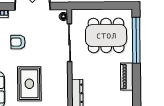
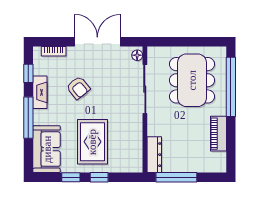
dining table: (106, 35) -> (192, 80), turned 90
armchair: (18, 42) -> (78, 88), turned -129

